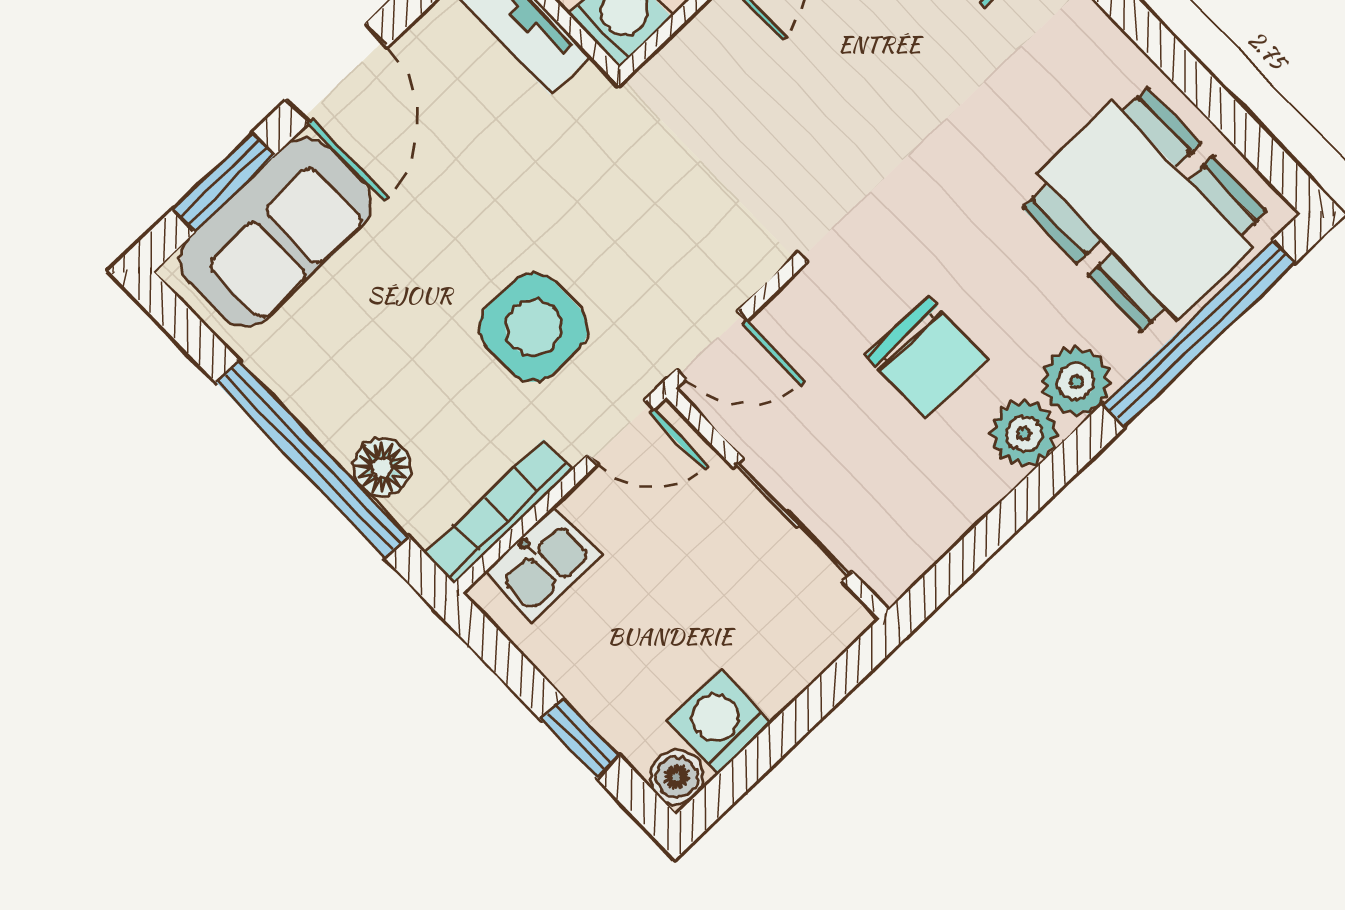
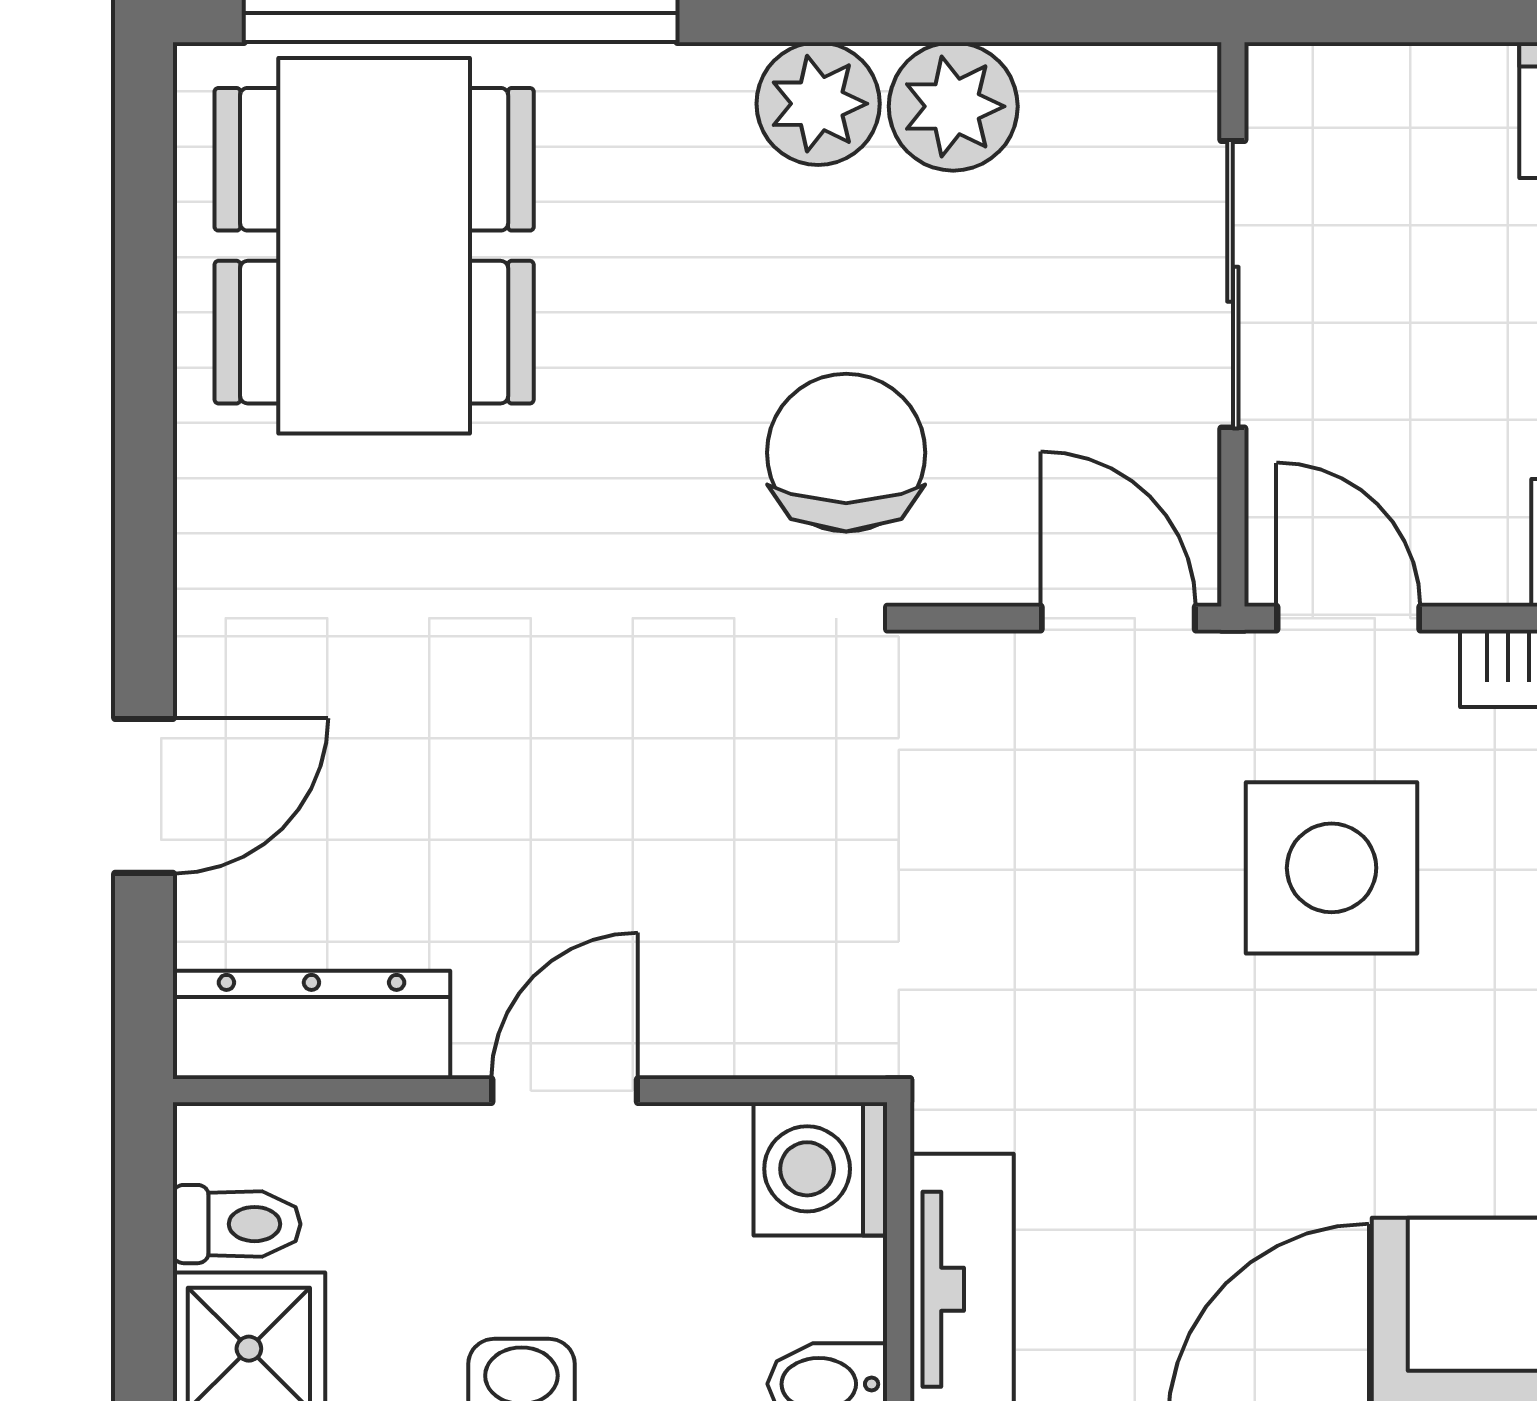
chair: (927, 357) -> (846, 453), moved
plant: (1076, 381) -> (953, 106), moved

